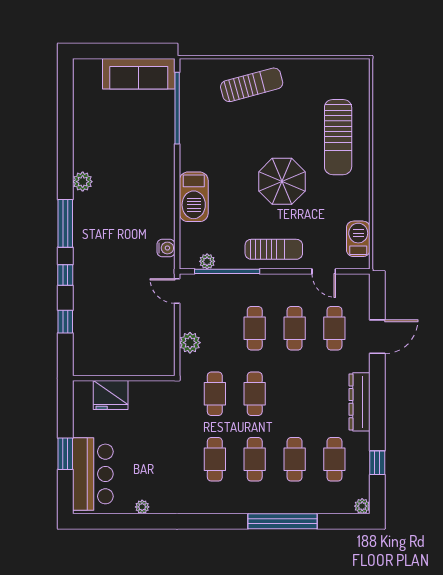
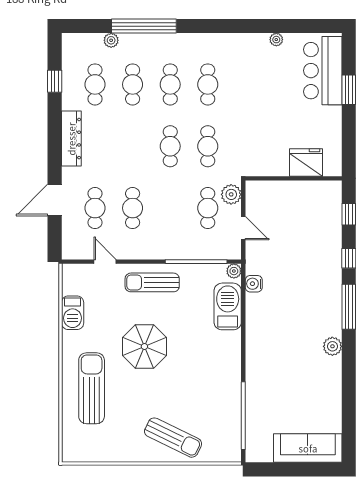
sofa: (139, 74) -> (308, 448), moved
sun lounger: (252, 85) -> (173, 438), turned -139
barbecue: (194, 197) -> (228, 306), moved
barbecue: (358, 239) -> (73, 313), moved
plant: (207, 261) -> (234, 271), moved
door: (177, 291) -> (243, 228), moved
cafe table: (255, 328) -> (208, 208), moved
wall: (124, 378) -> (294, 178), moved
fridge: (111, 395) -> (306, 162), moved
plant: (362, 506) -> (111, 40), moved

